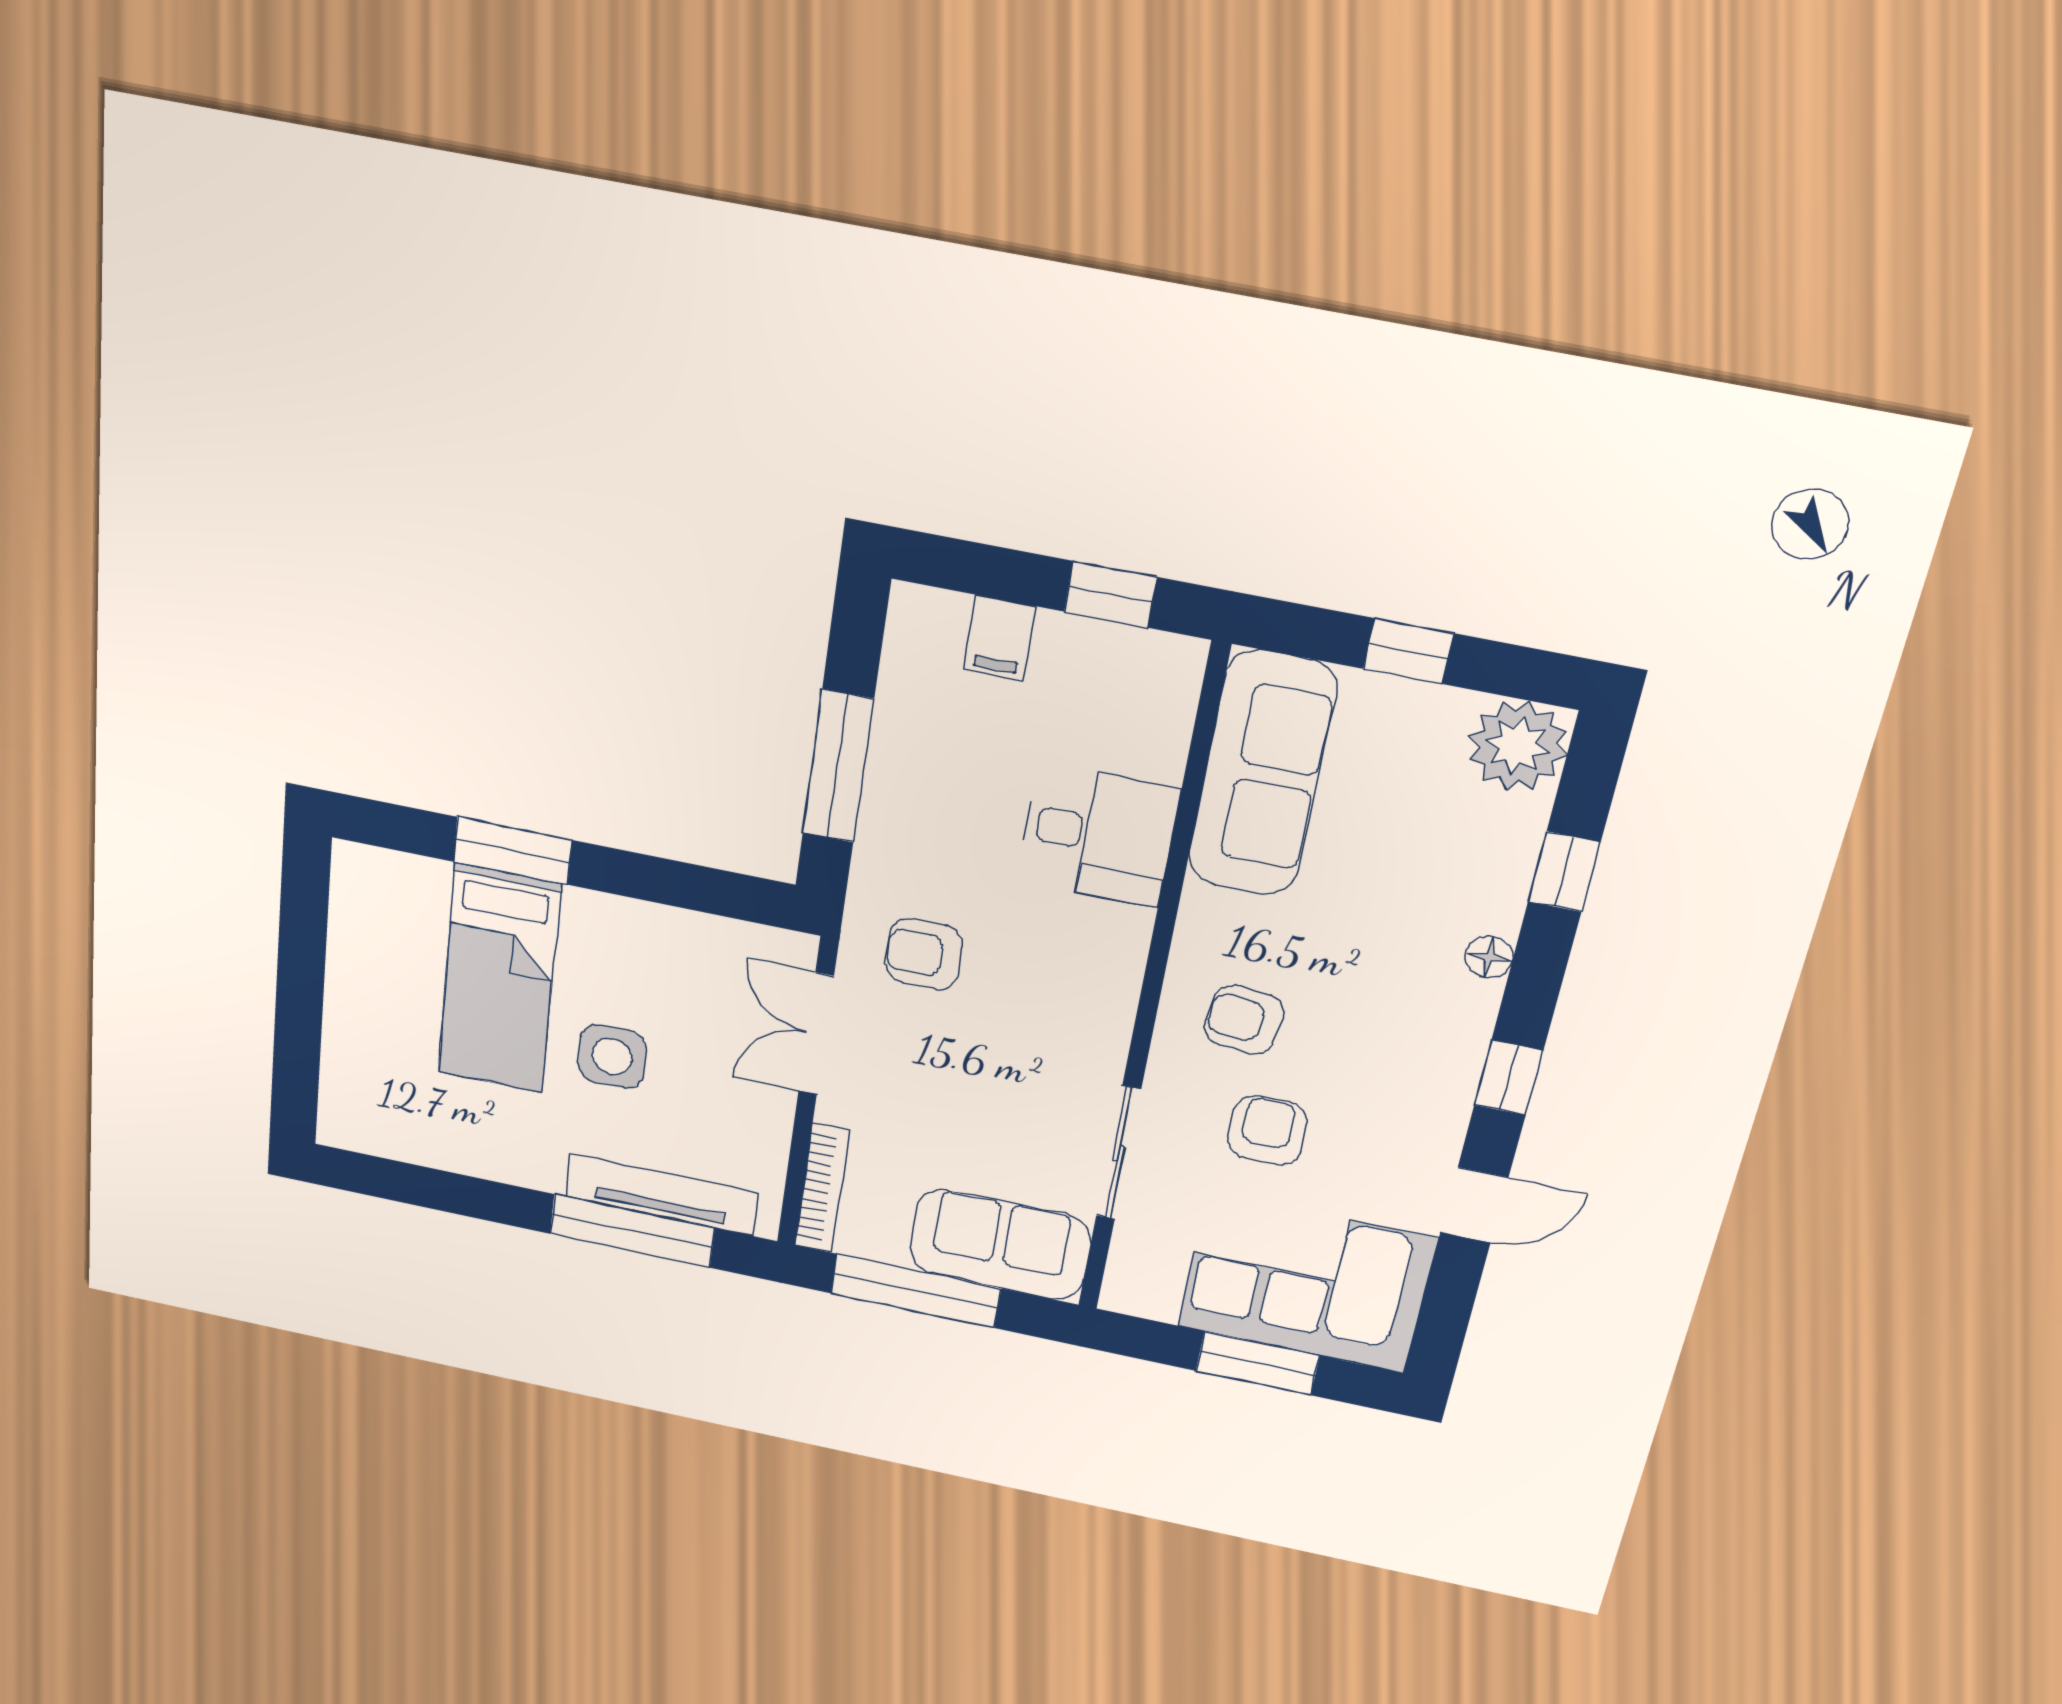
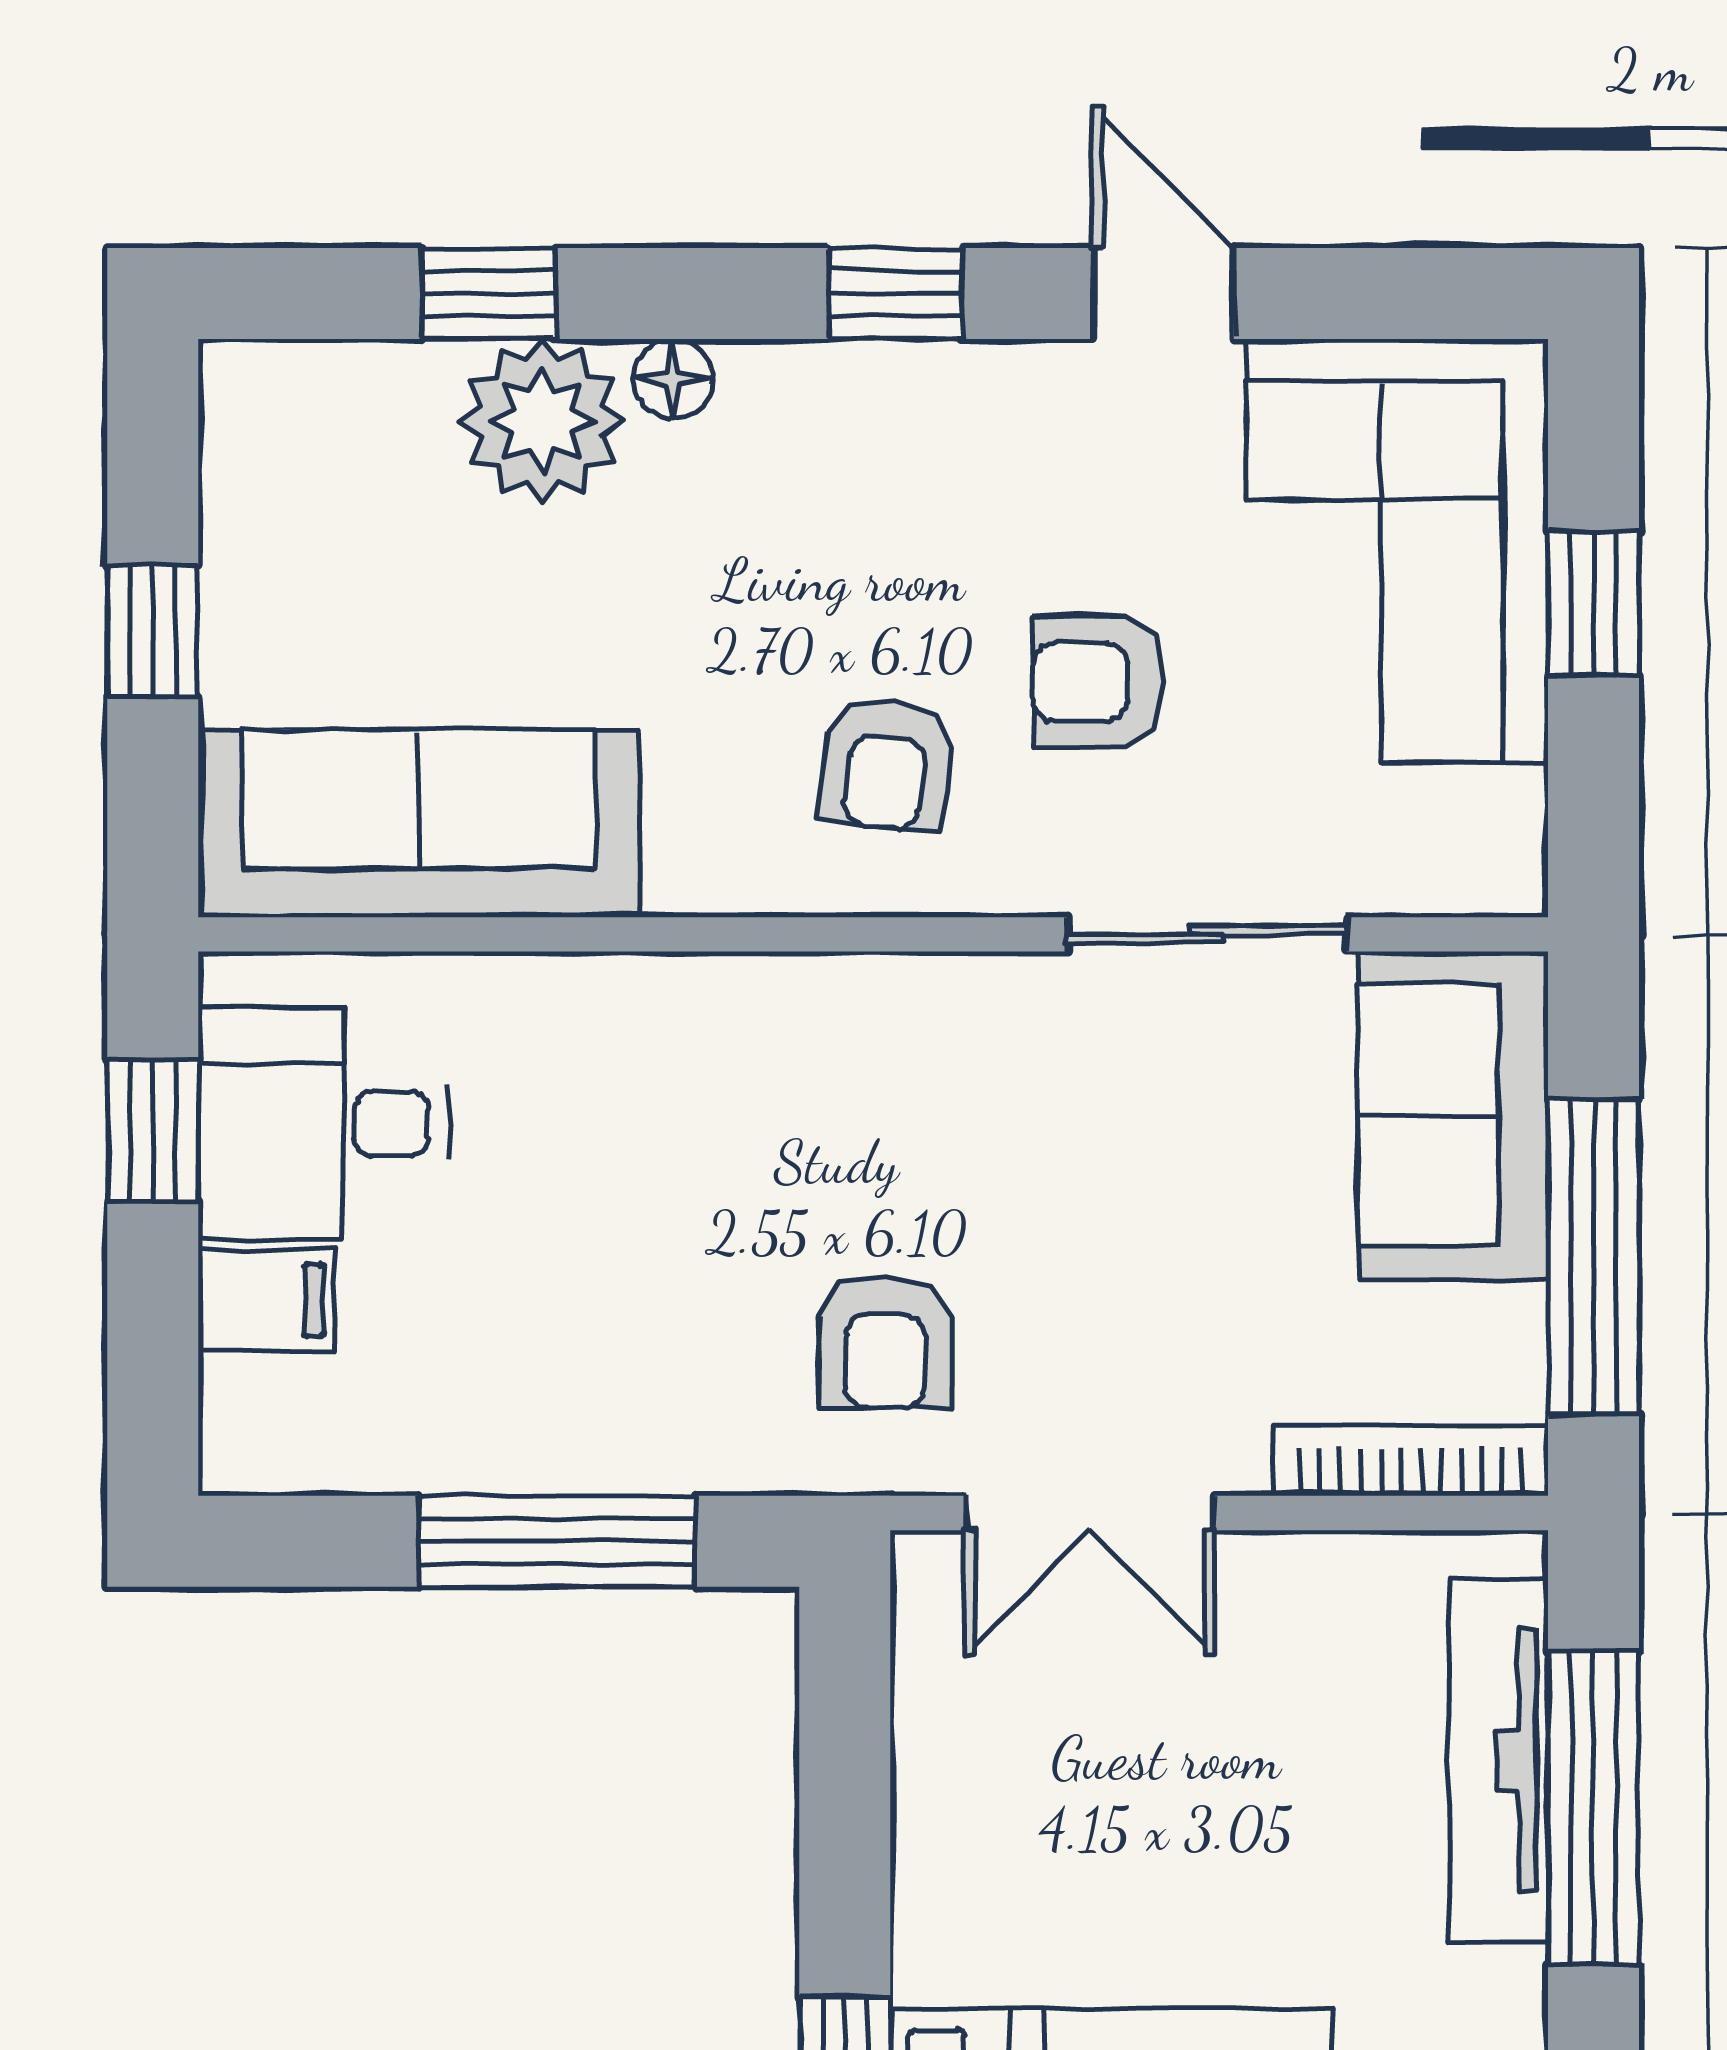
plant: (1518, 746) -> (542, 421), moved
desk: (1098, 835) -> (324, 1123), moved, turned -90
side table: (612, 1056) -> (1224, 1883), removed
window: (1257, 1363) -> (1594, 604), width x0.67

